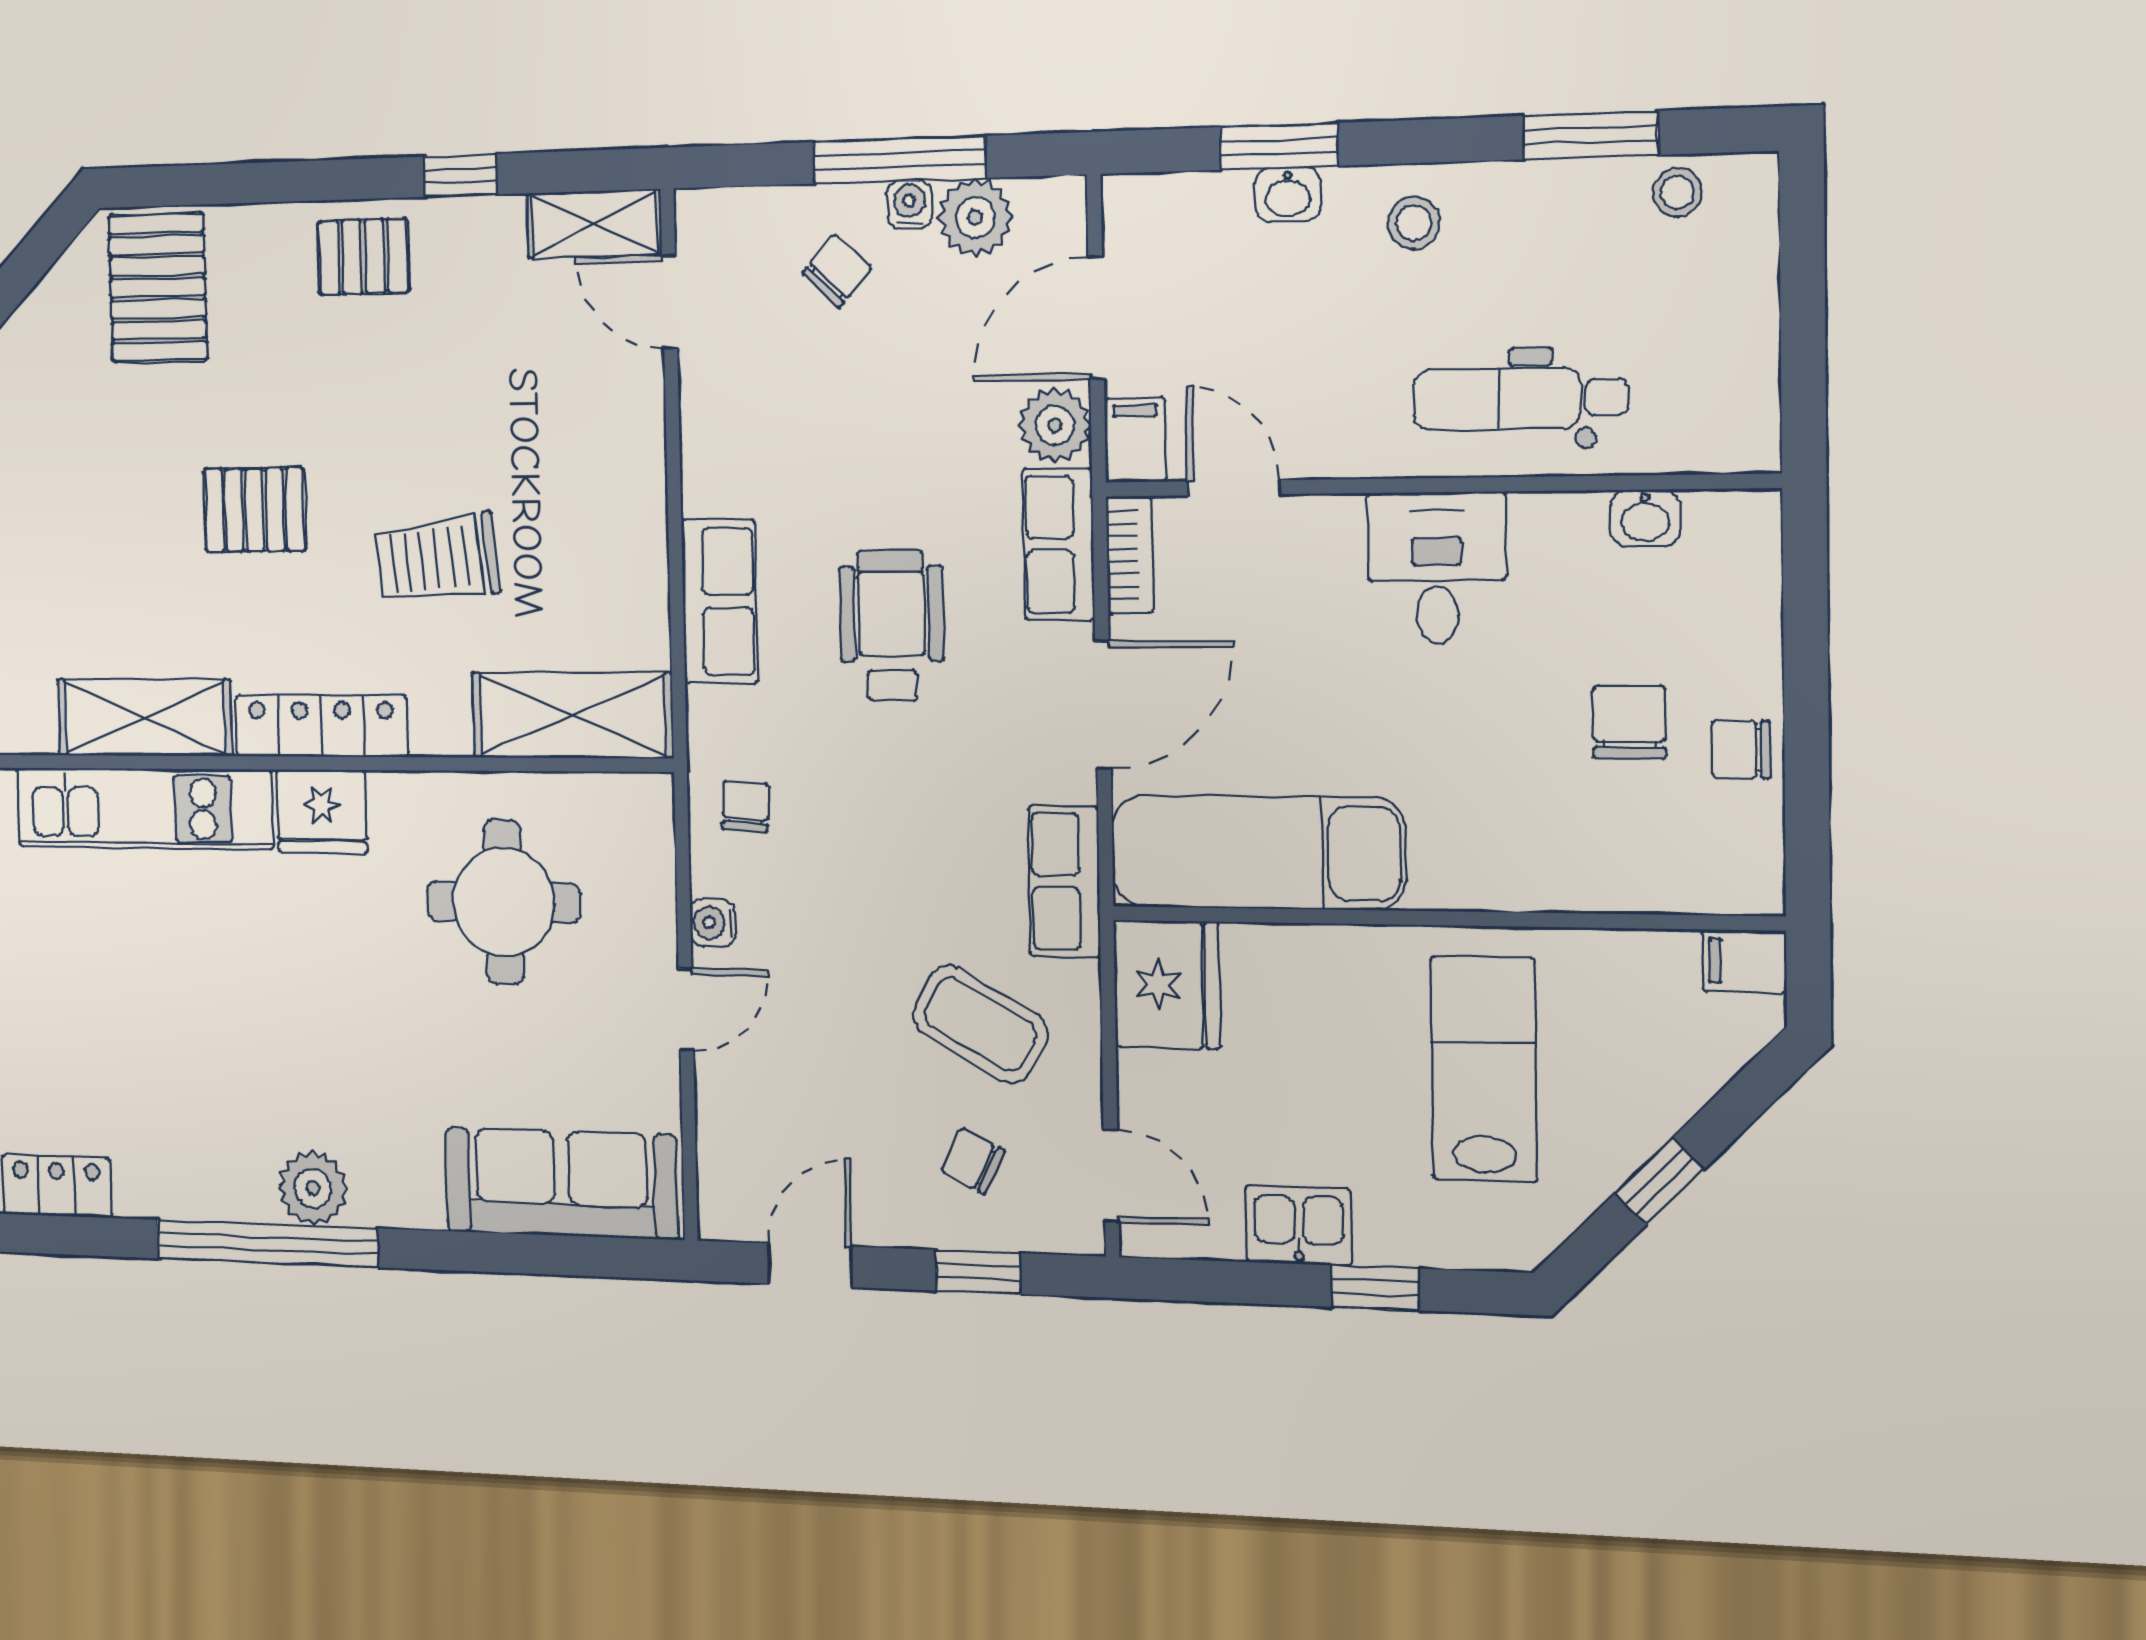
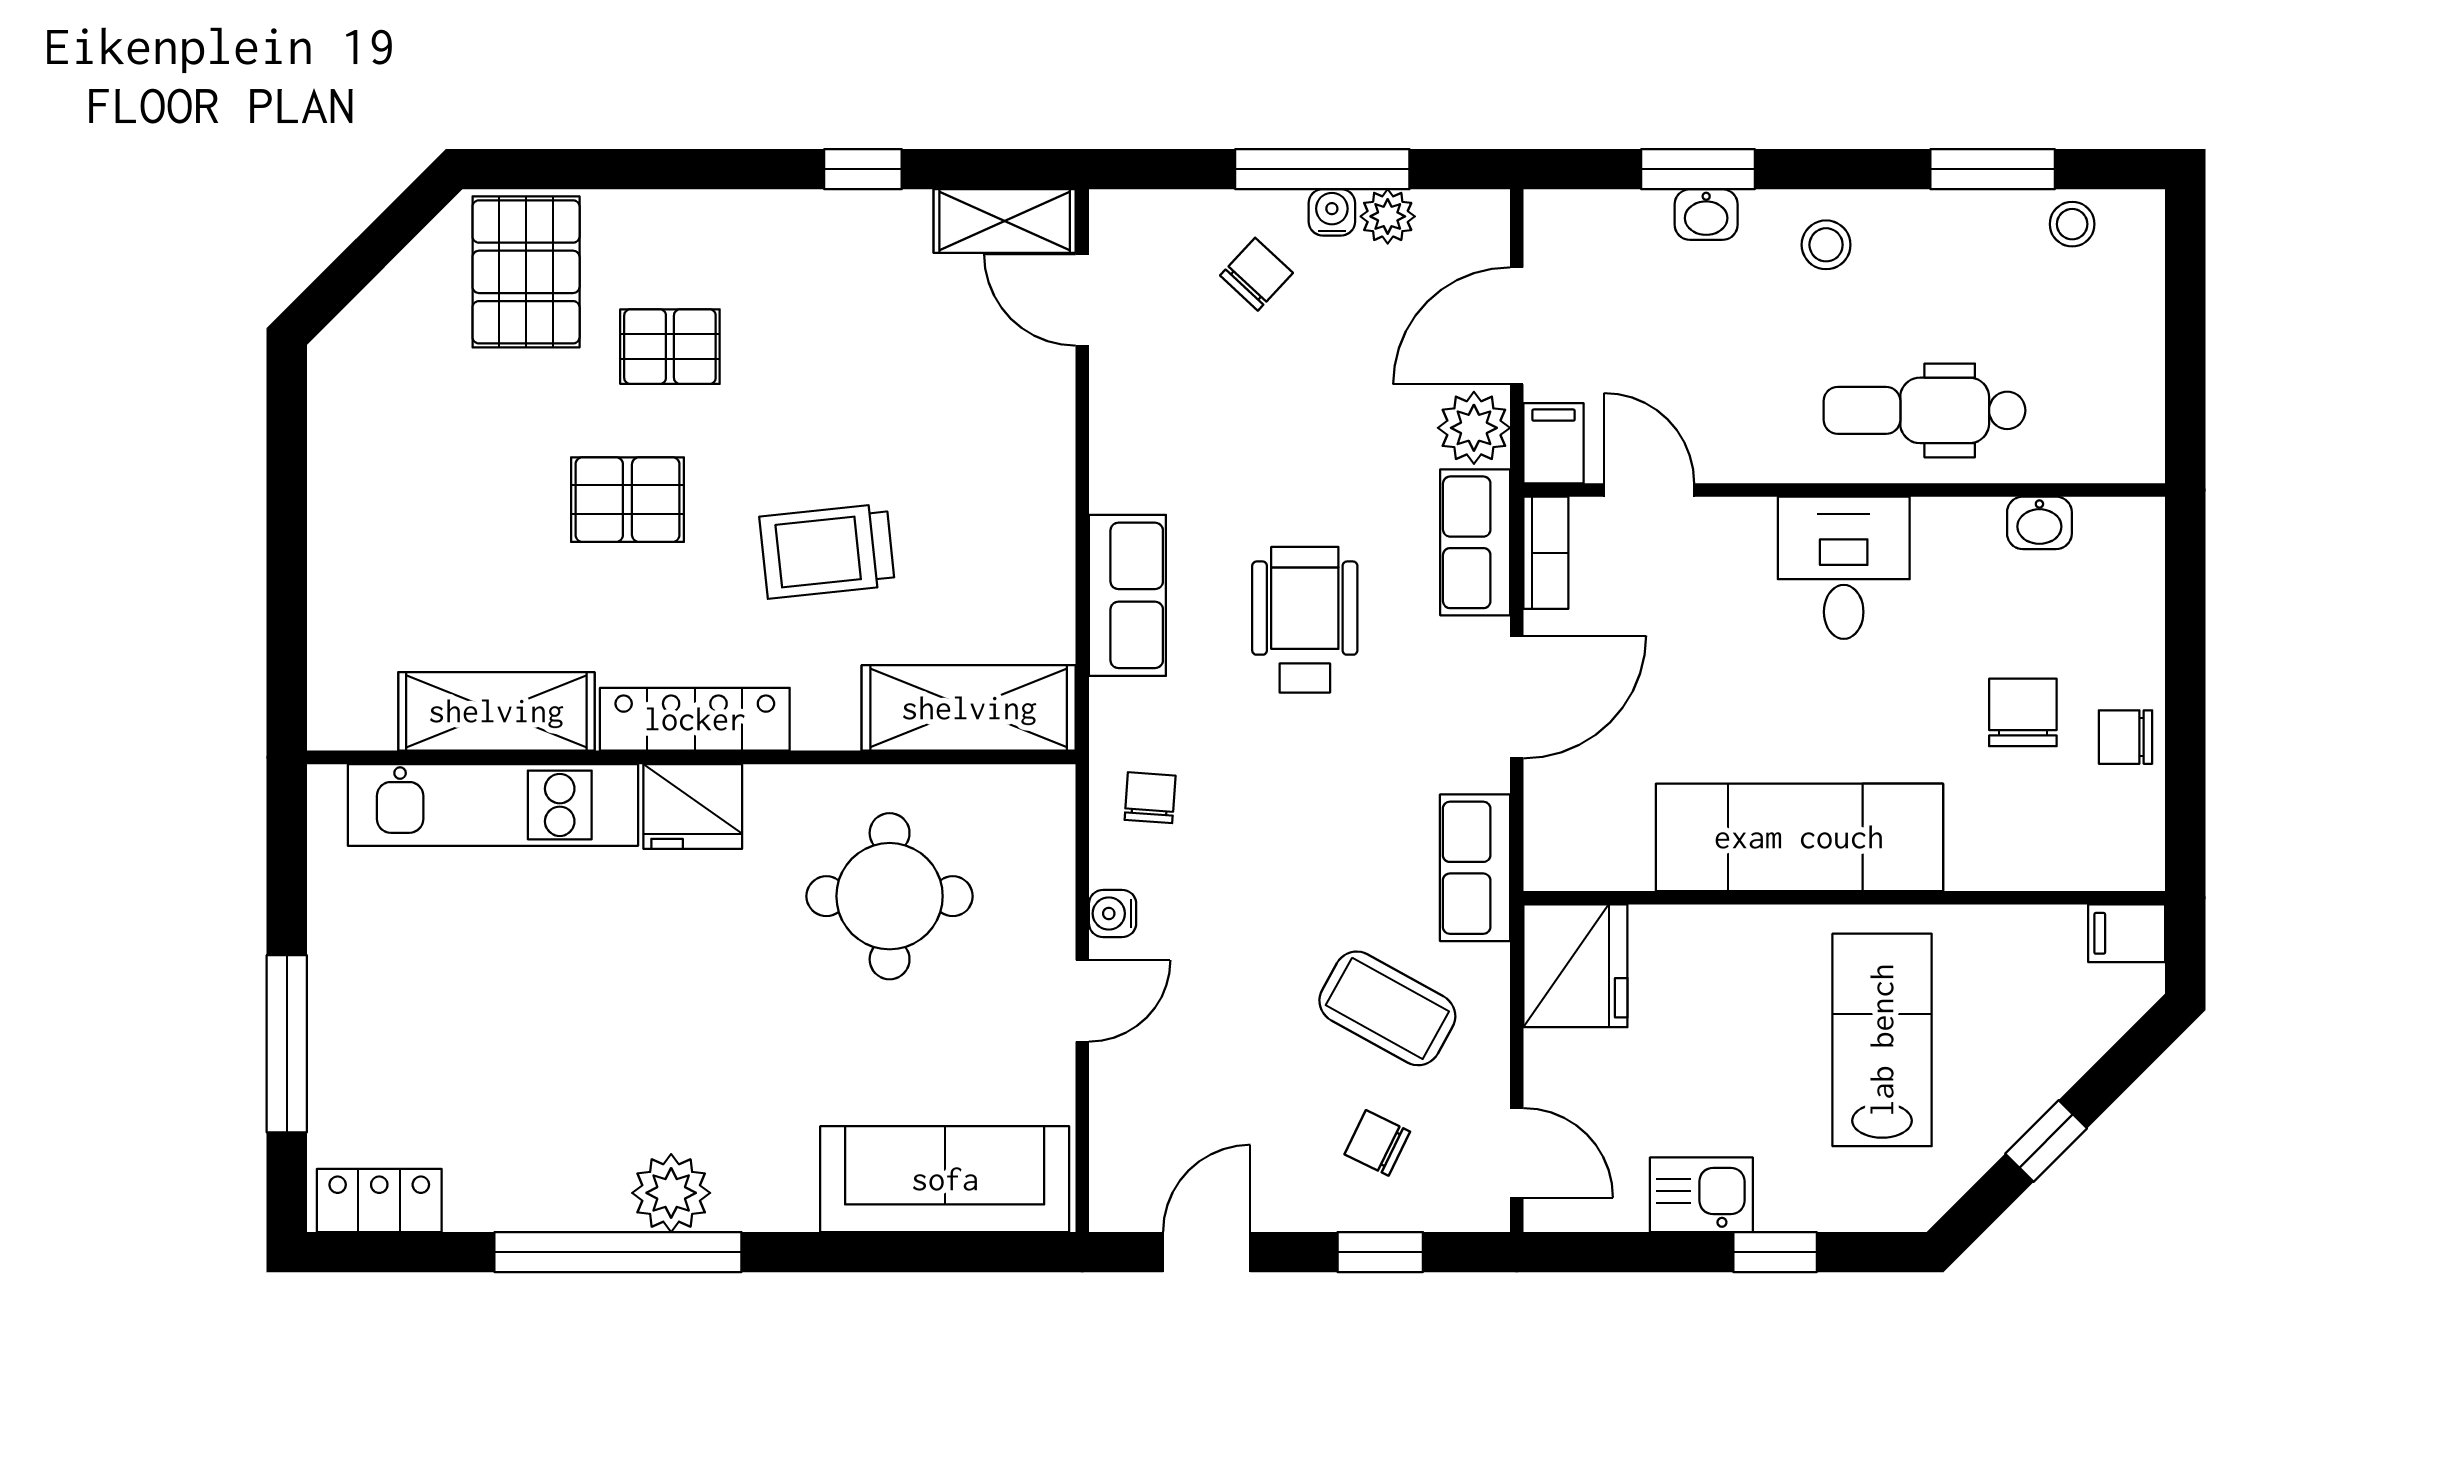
plant: (975, 217) -> (1388, 216), width x0.73, depth x0.73
pallet: (363, 257) -> (670, 347), moved
exam couch: (1258, 852) -> (1799, 837), moved

